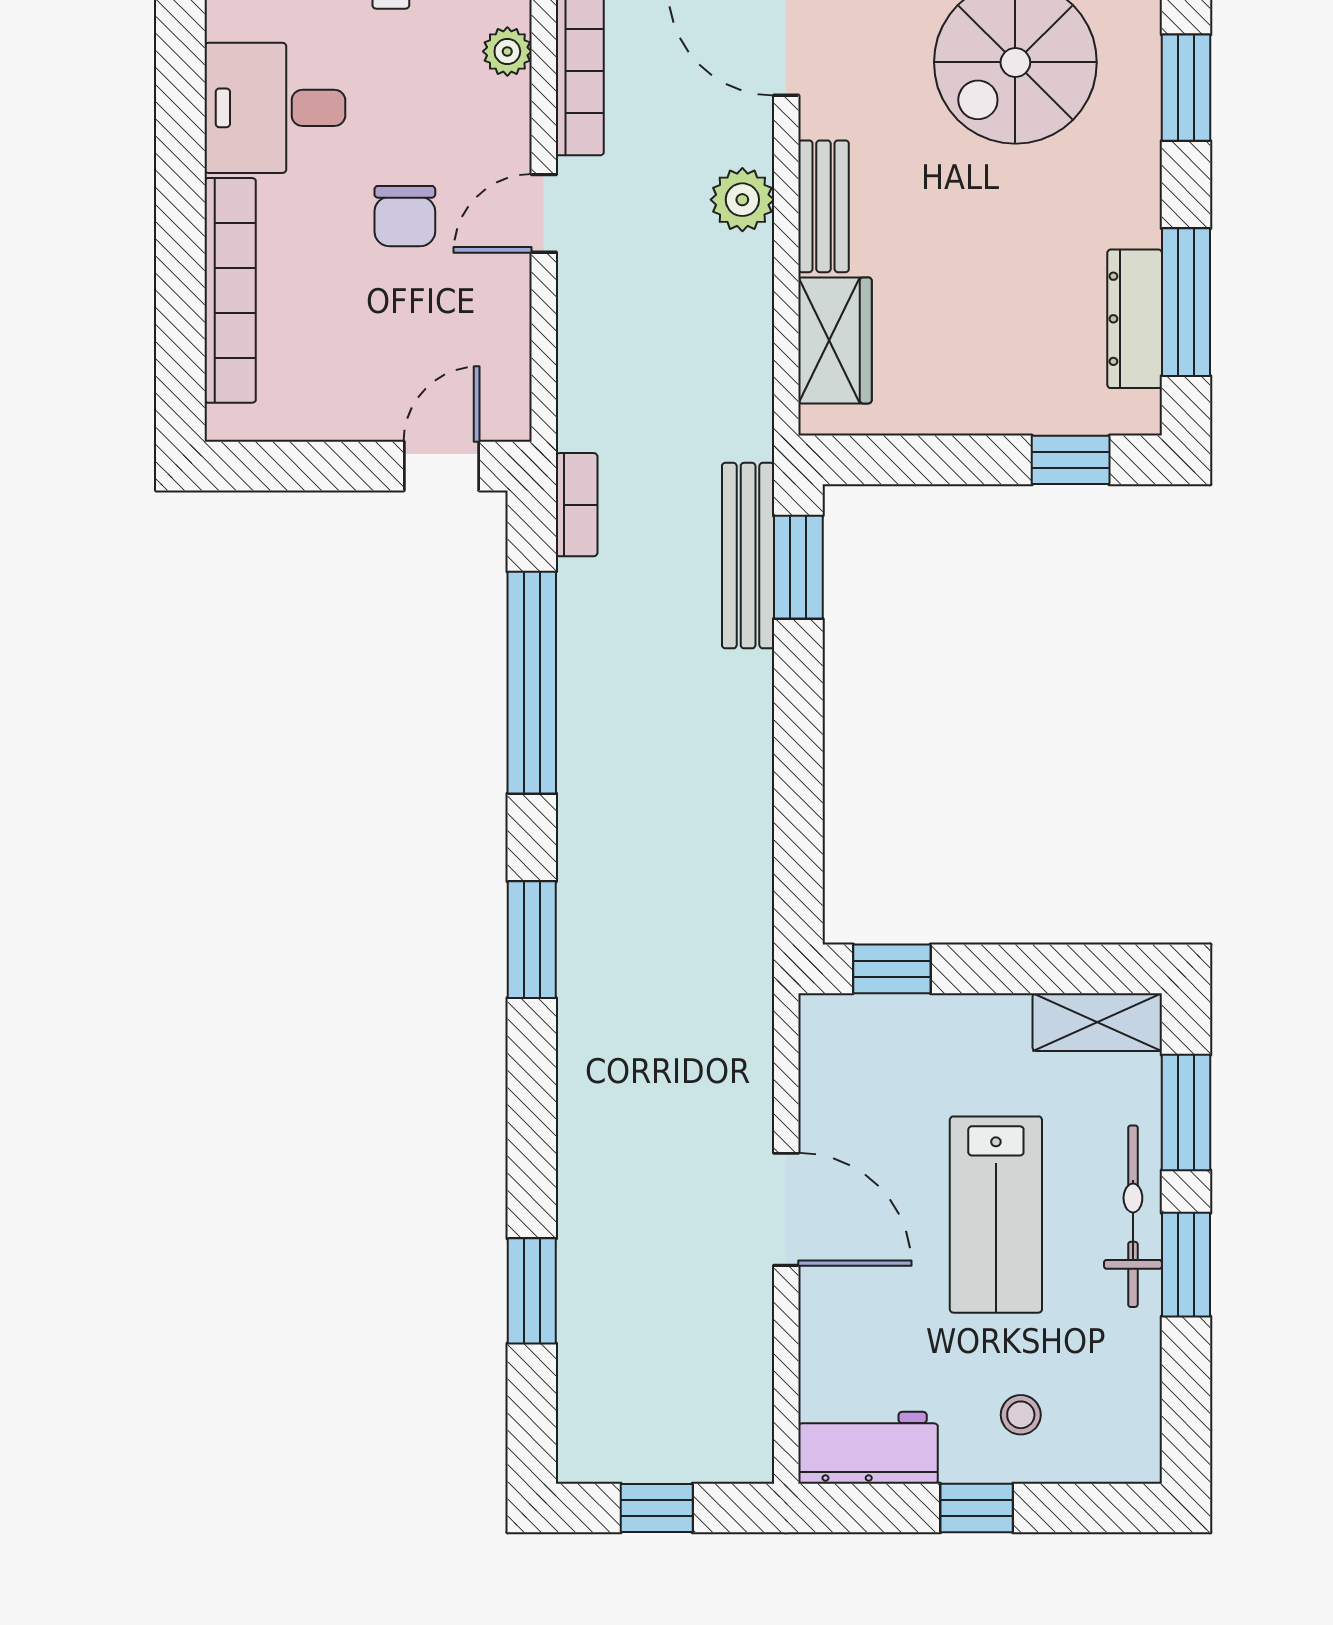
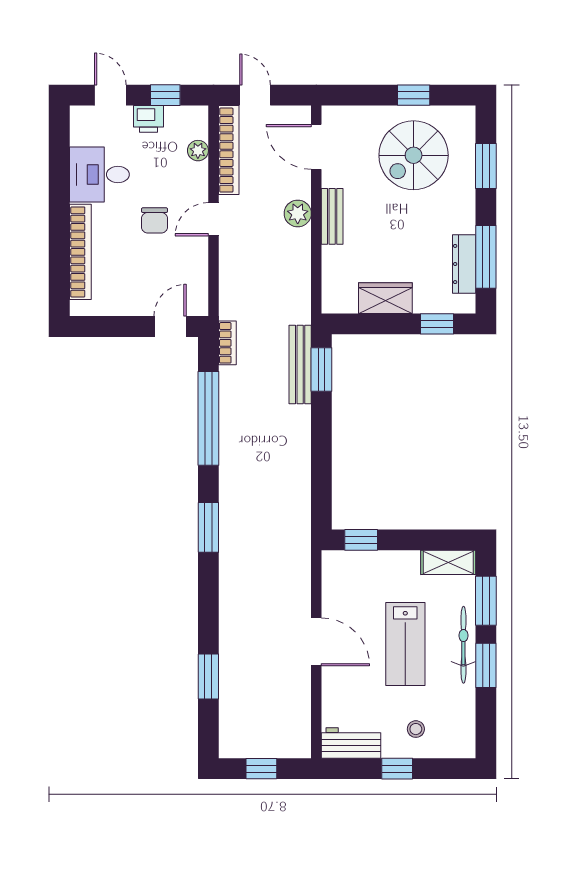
wardrobe: (835, 340) -> (385, 298), moved, turned -90

